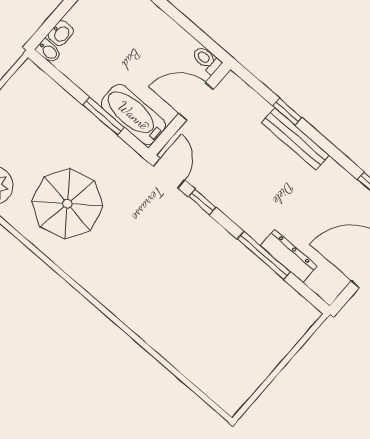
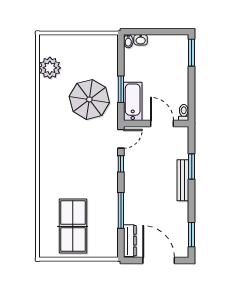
window: (287, 112) -> (192, 167), width x1.50
parasol: (67, 204) -> (89, 99), moved
dresser: (289, 256) -> (130, 241), moved
table tennis table: (230, 337) -> (73, 226), added

